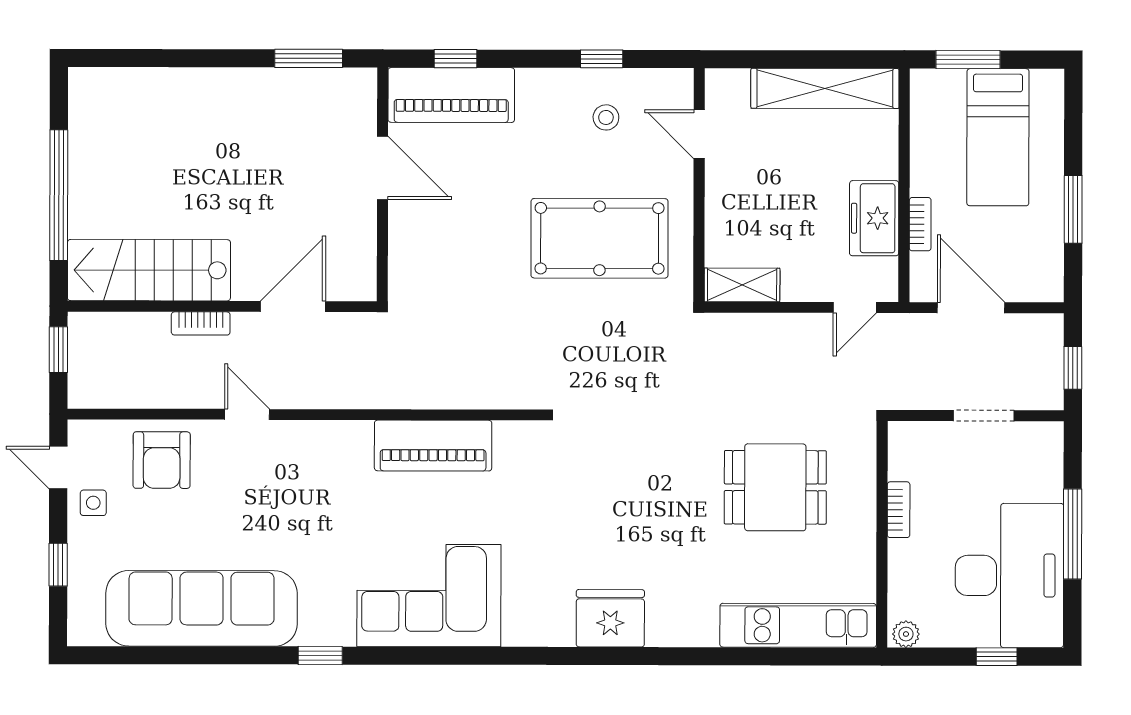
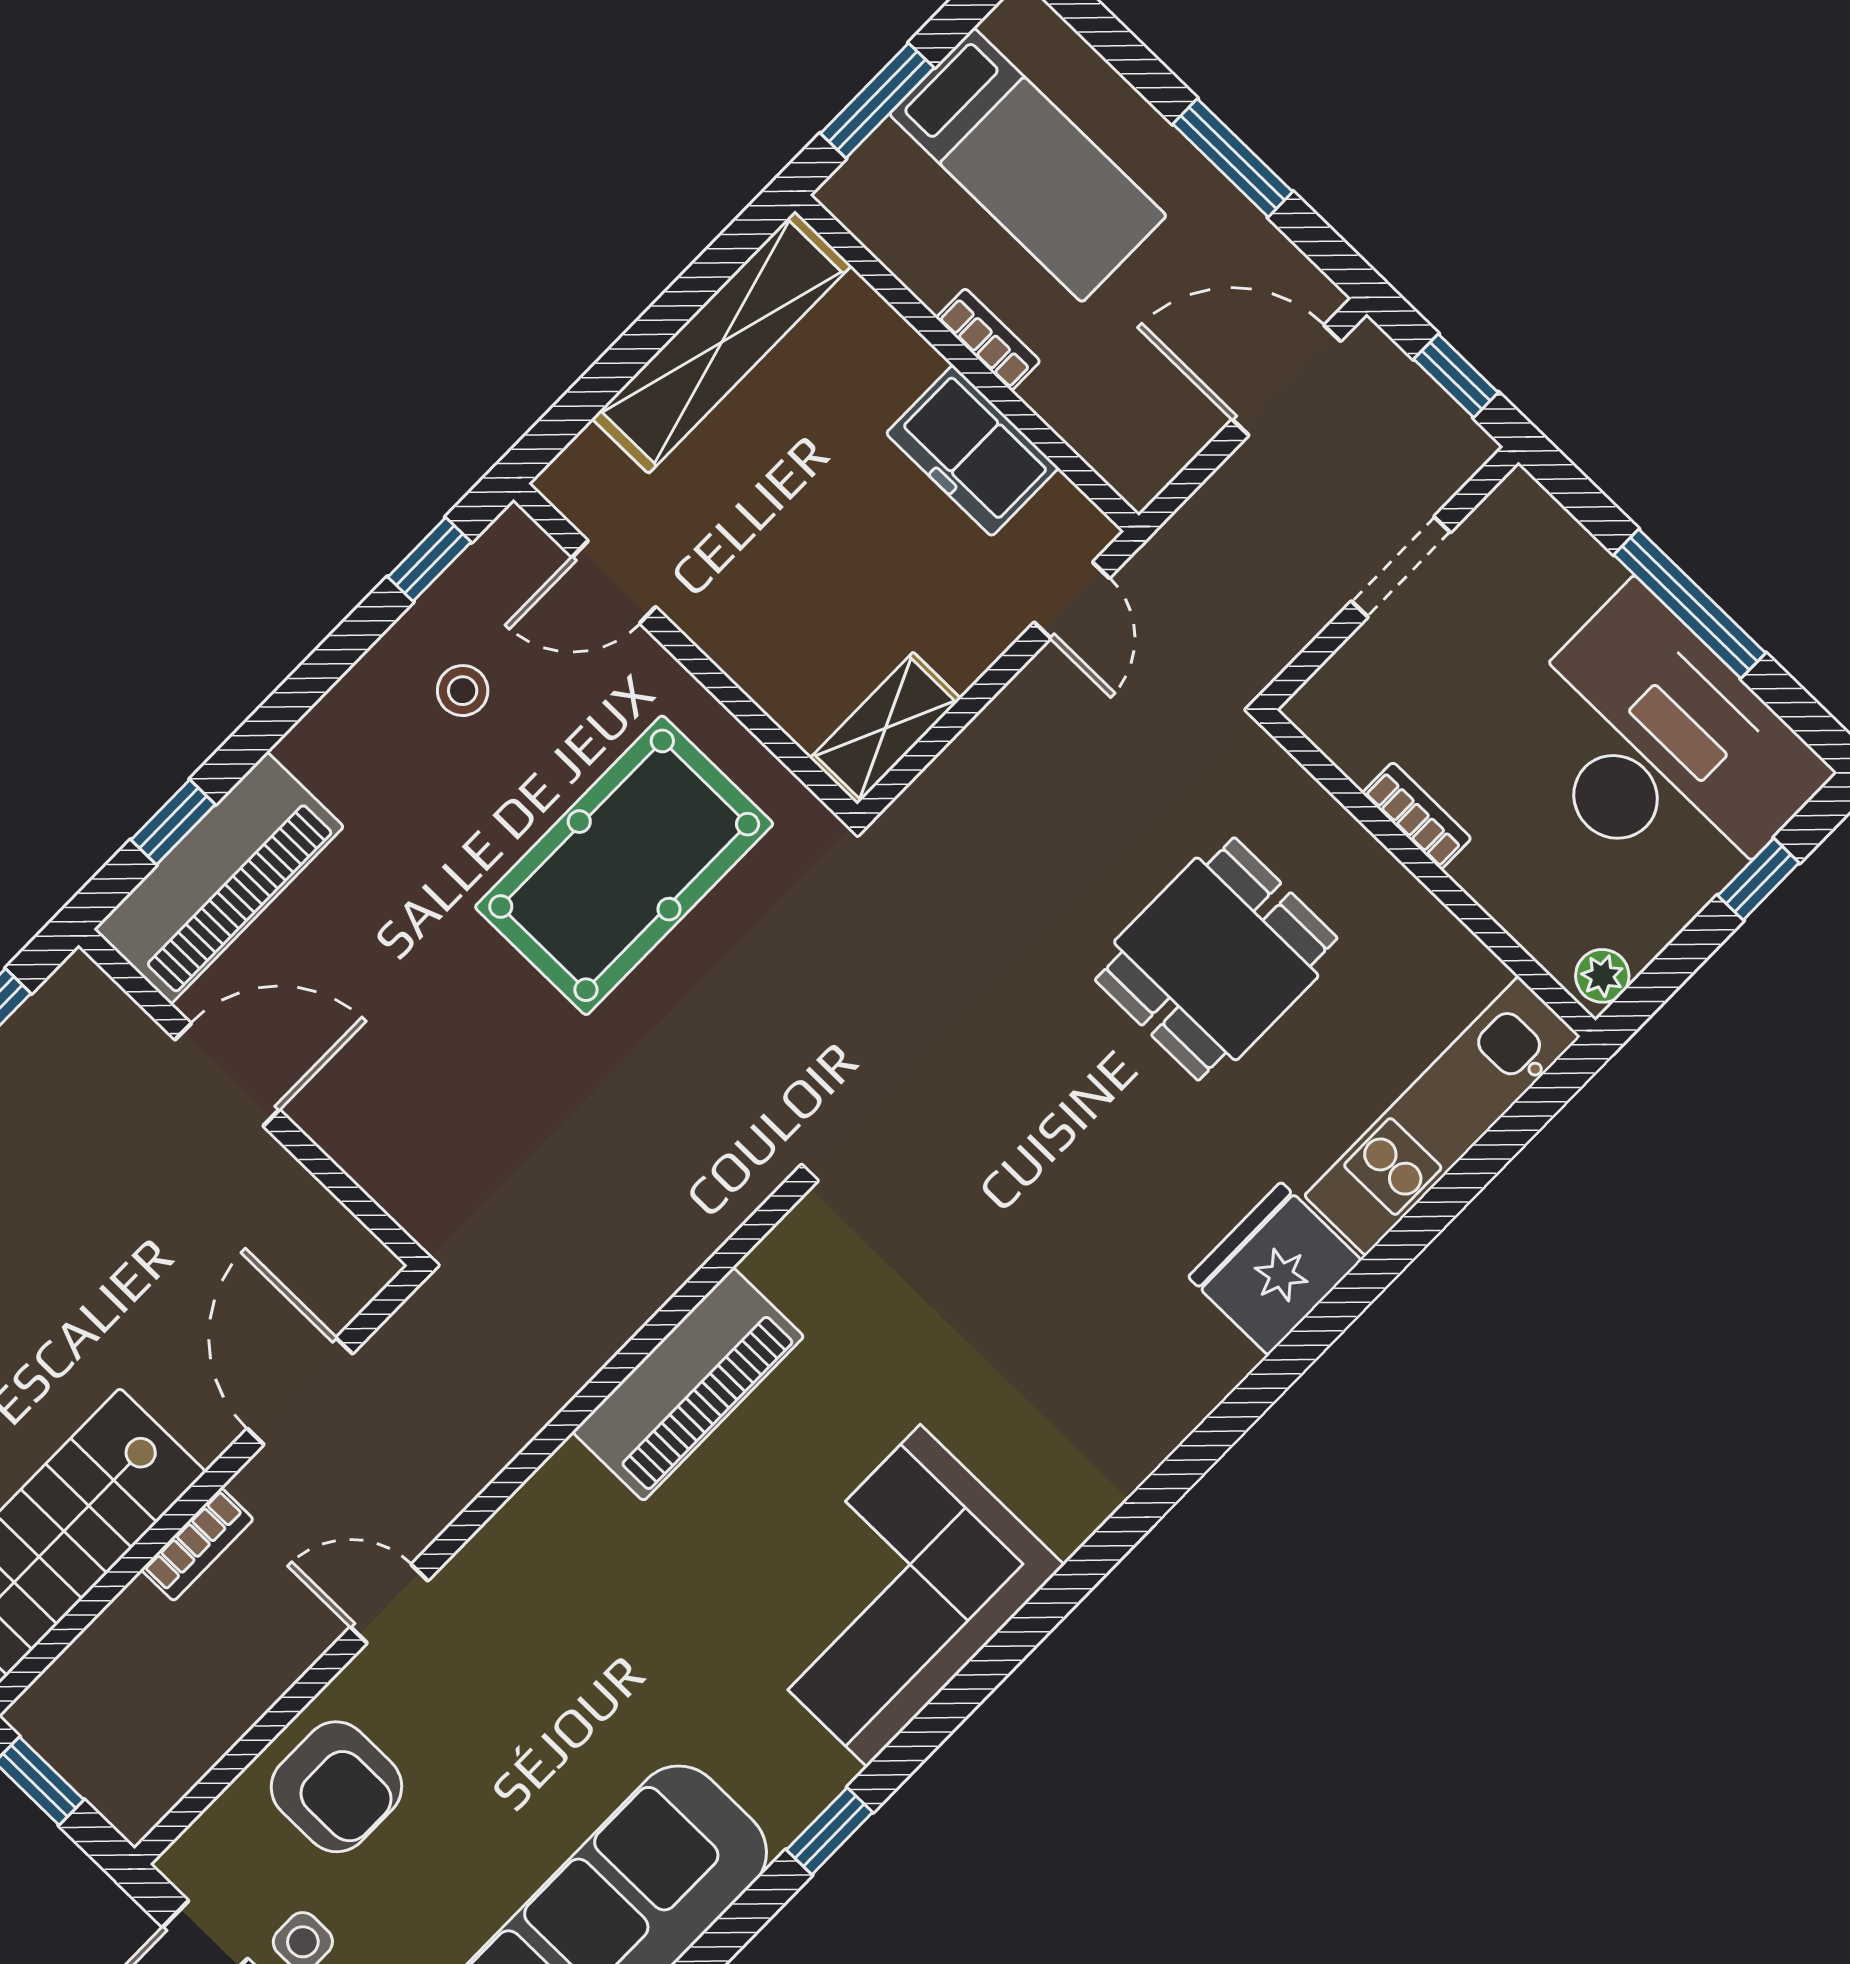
window: (602, 59) -> (429, 559), moved
bookcase: (920, 224) -> (988, 339), moved
door: (971, 308) -> (1286, 380), moved
fridge: (610, 618) -> (1275, 1269), moved

